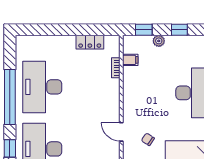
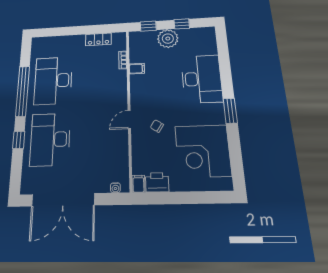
plant: (159, 41) -> (168, 39), width x1.87, depth x1.87
filing cabinet: (130, 60) -> (137, 69), moved
door: (121, 132) -> (129, 119), hinge flipped

